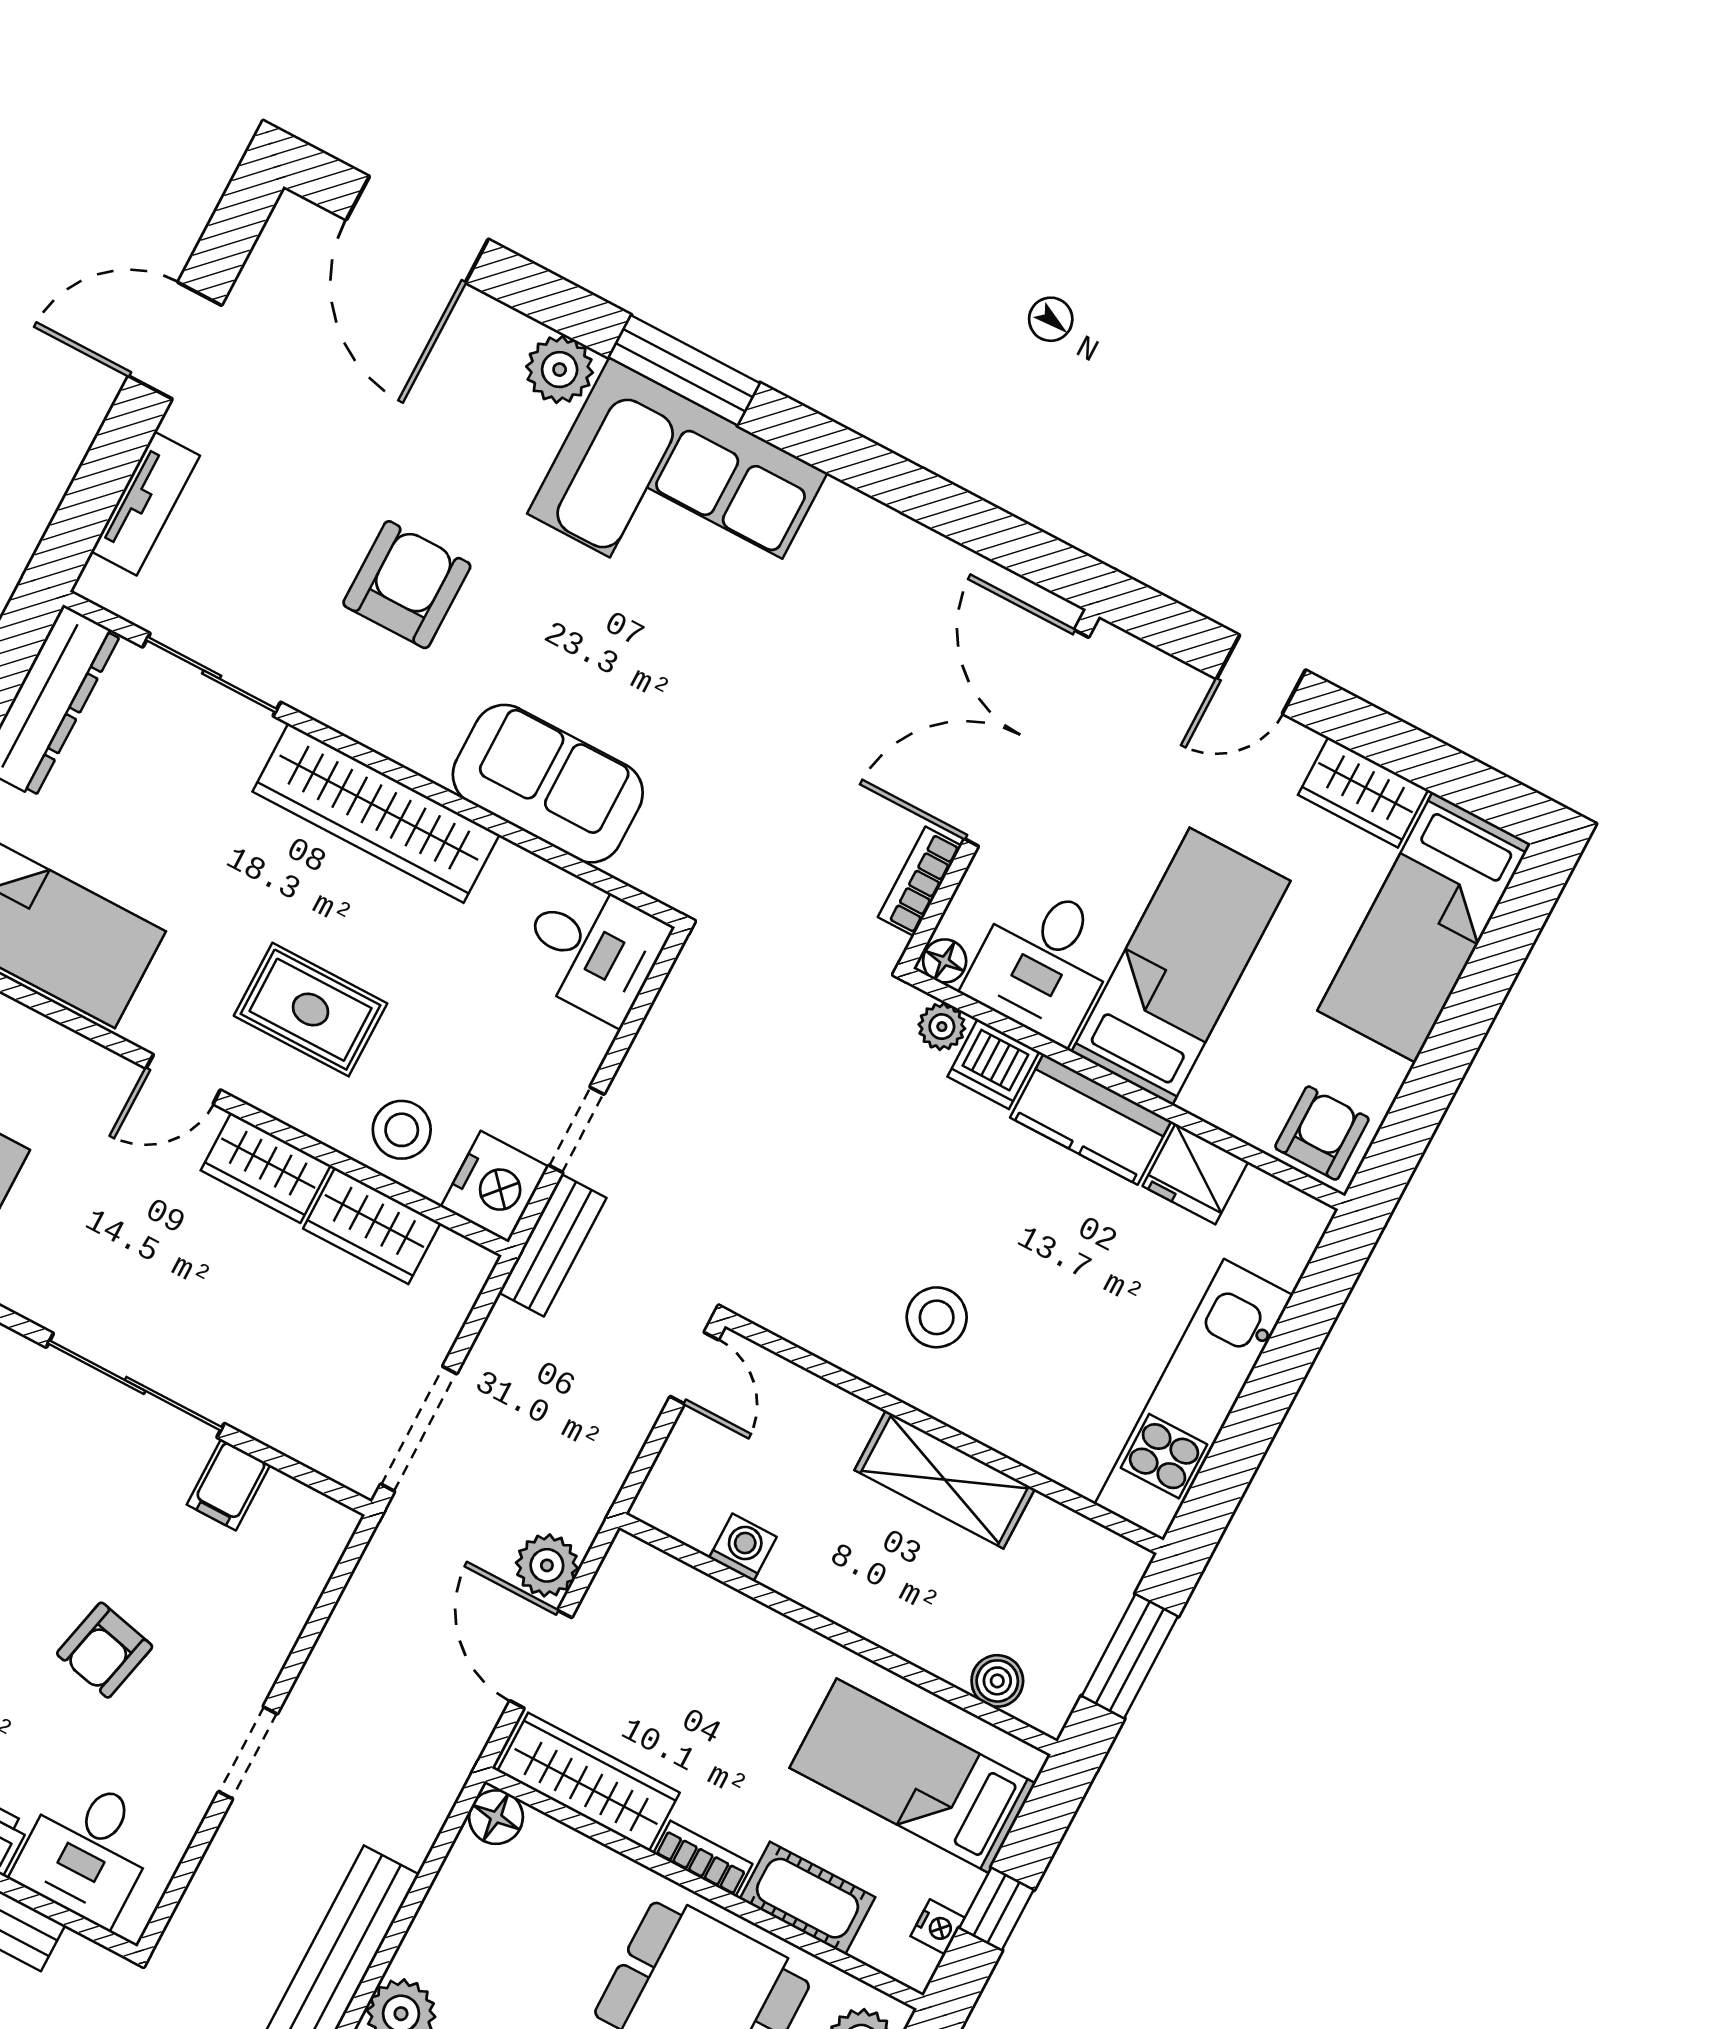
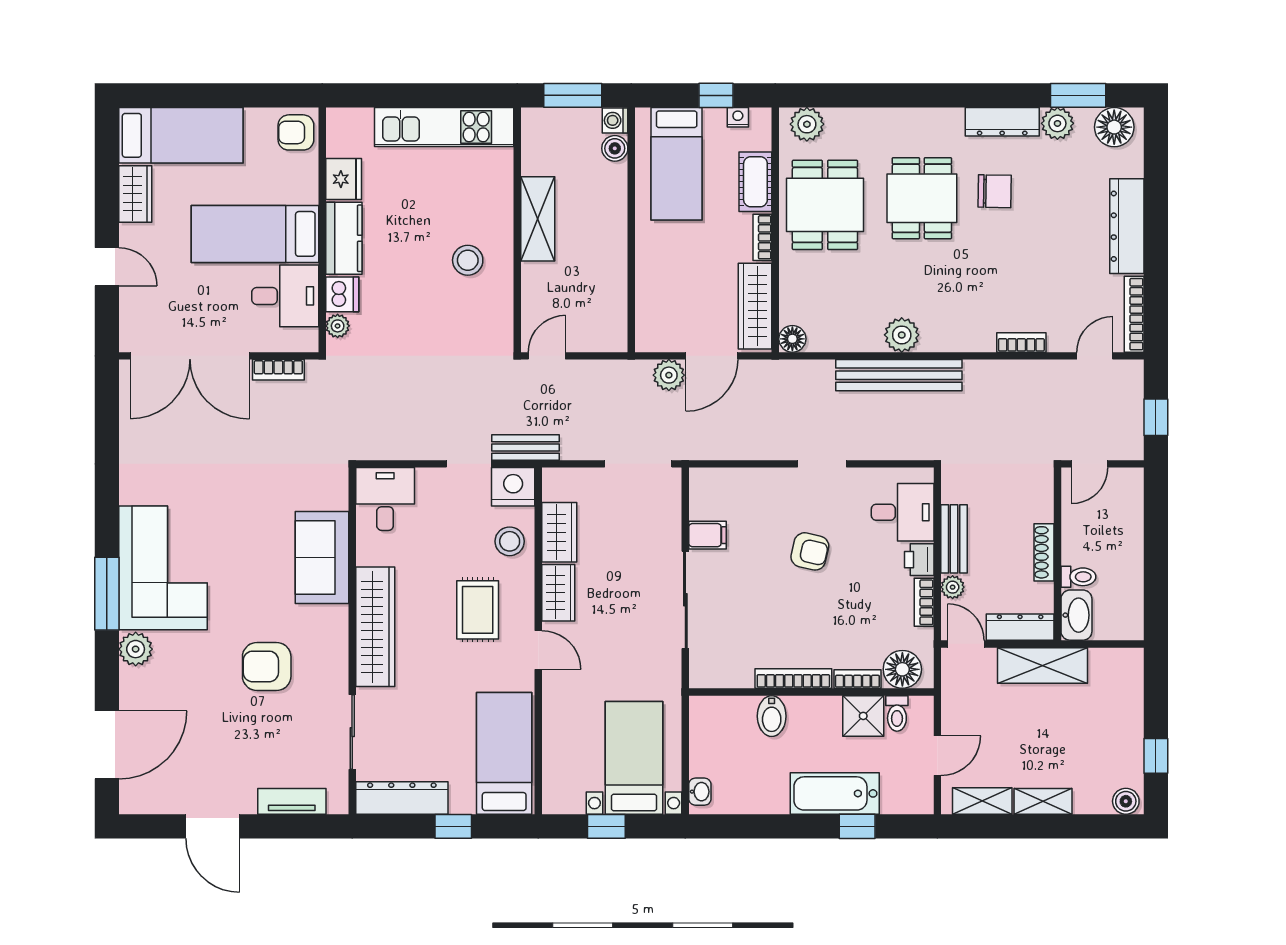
floor lamp: (945, 961) -> (308, 340), removed
washing machine: (743, 1547) -> (615, 120), moved

